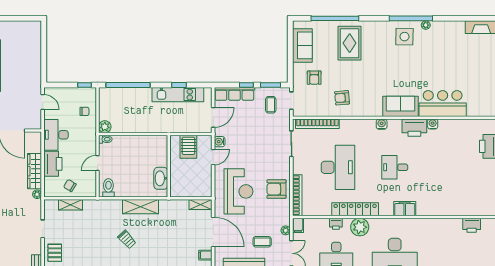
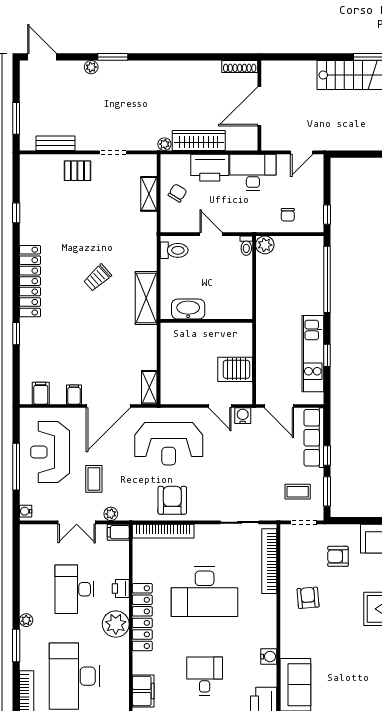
wall: (169, 166) -> (206, 321), moved
washbasin: (161, 178) -> (188, 309), moved

